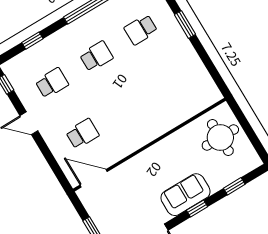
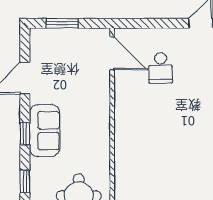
door: (94, 178) -> (112, 53), hinge flipped

